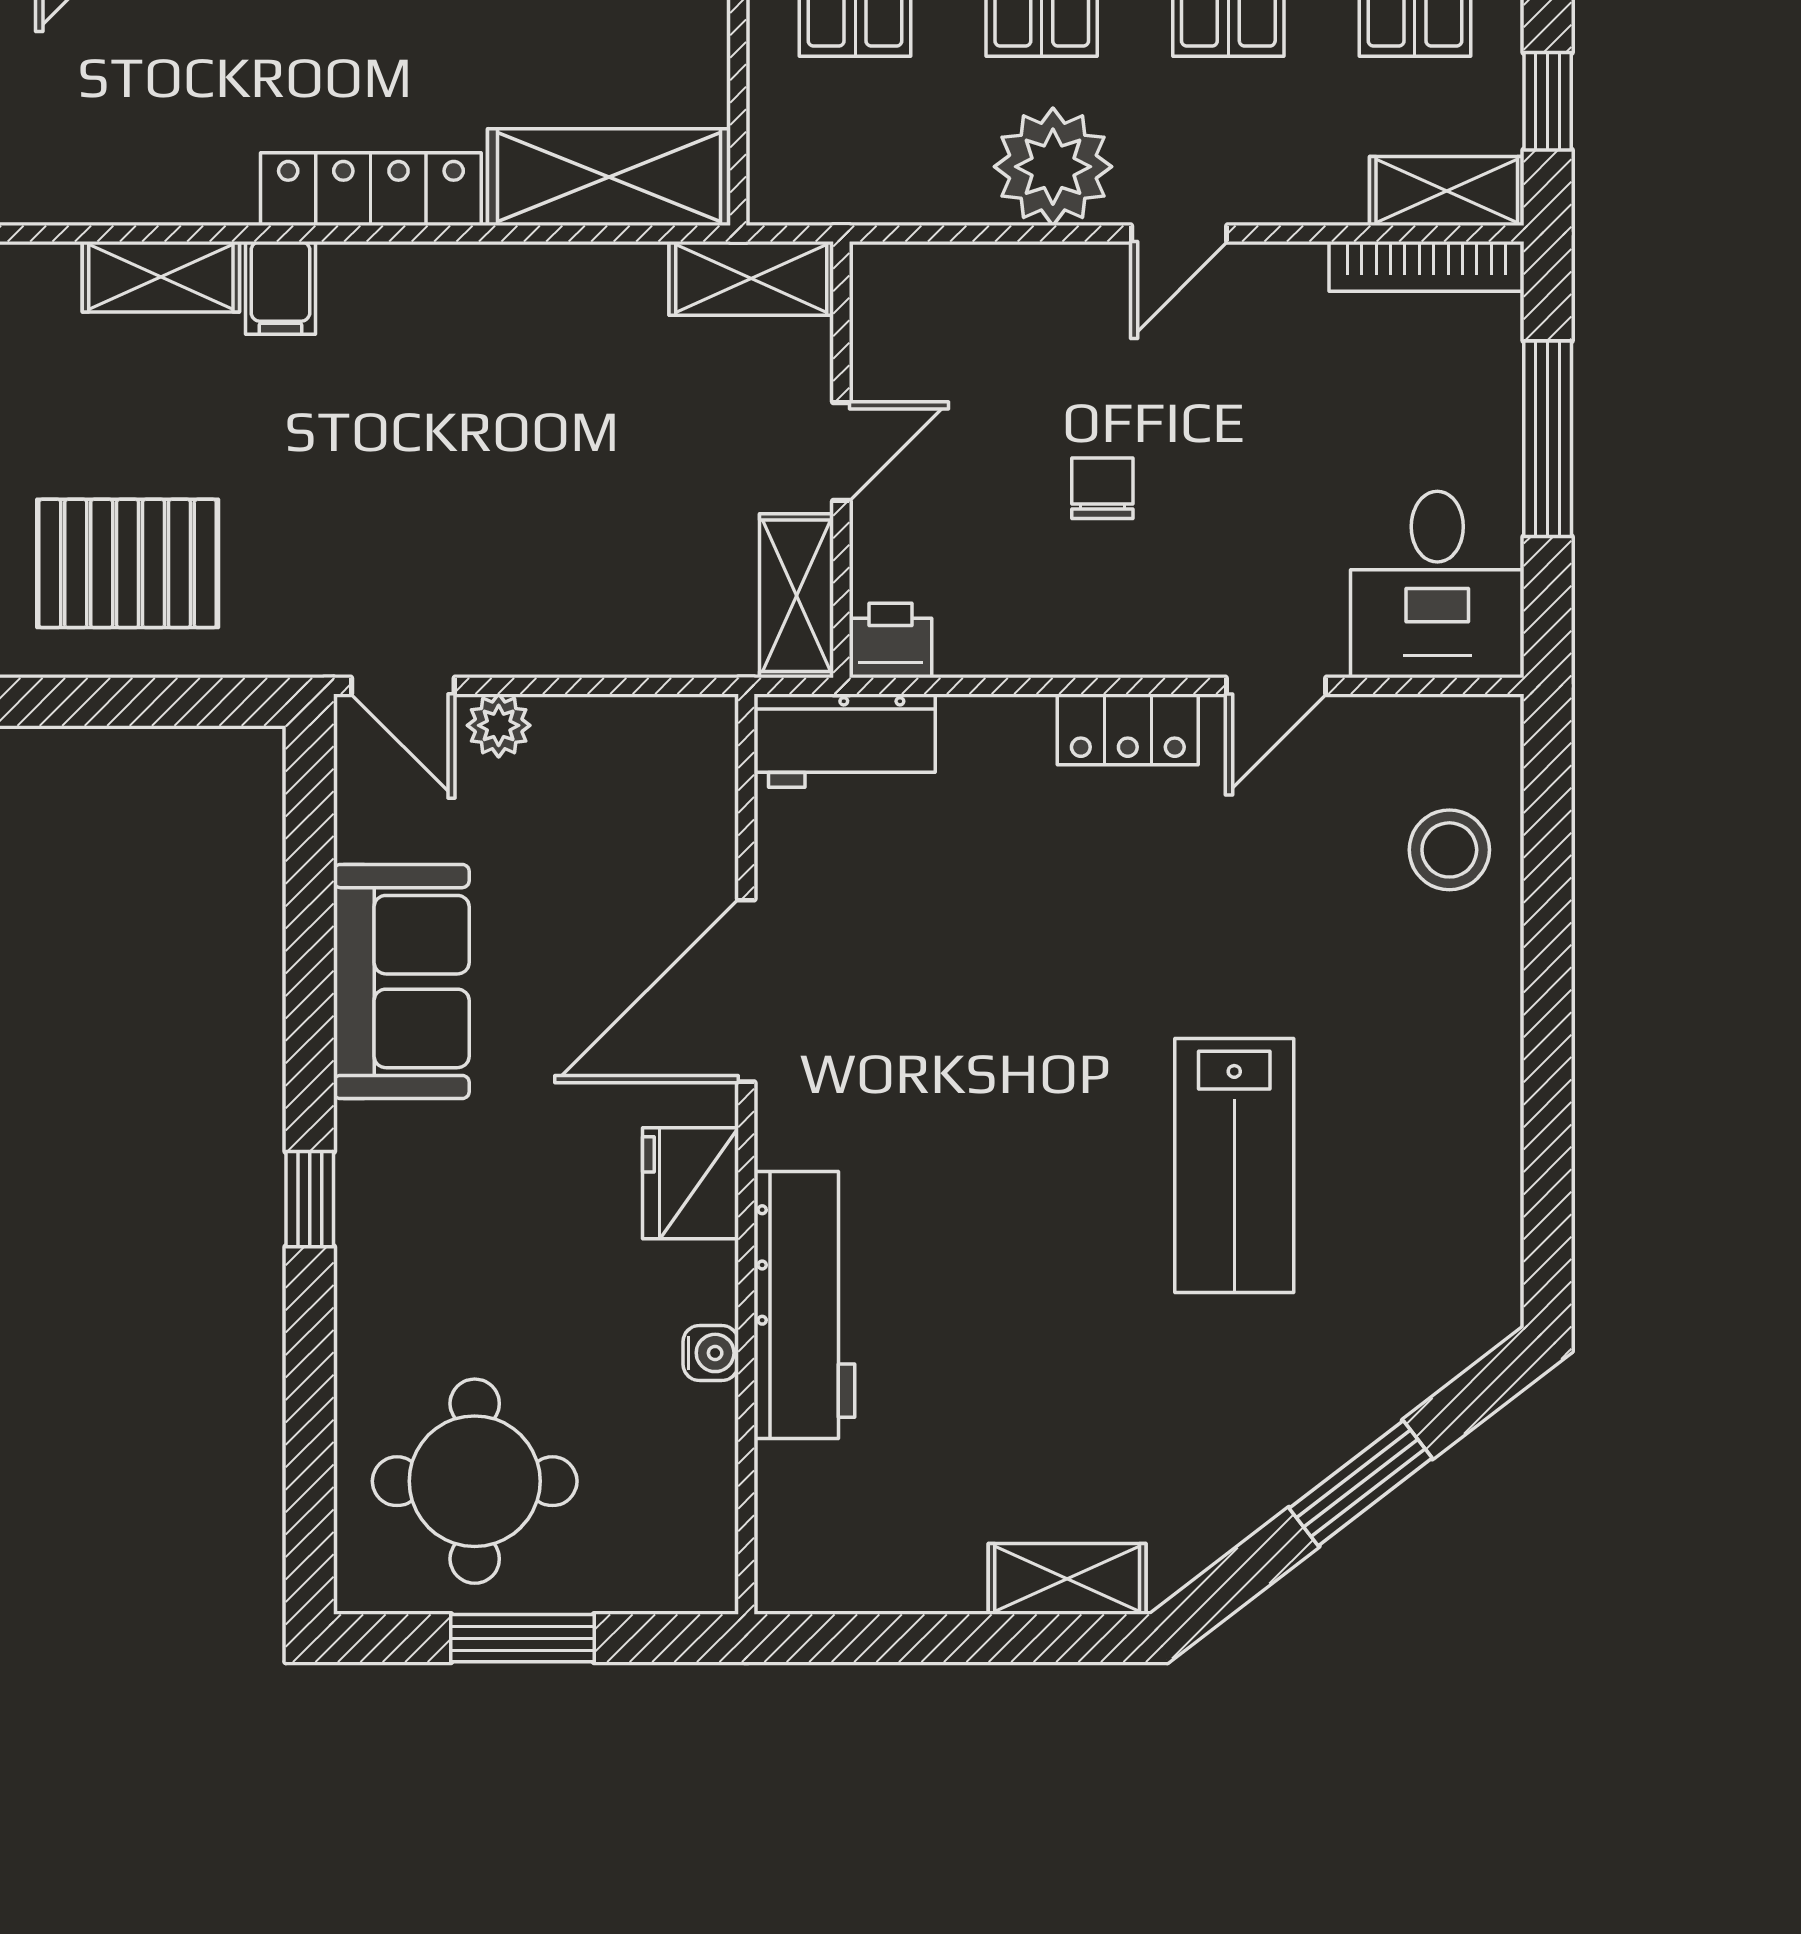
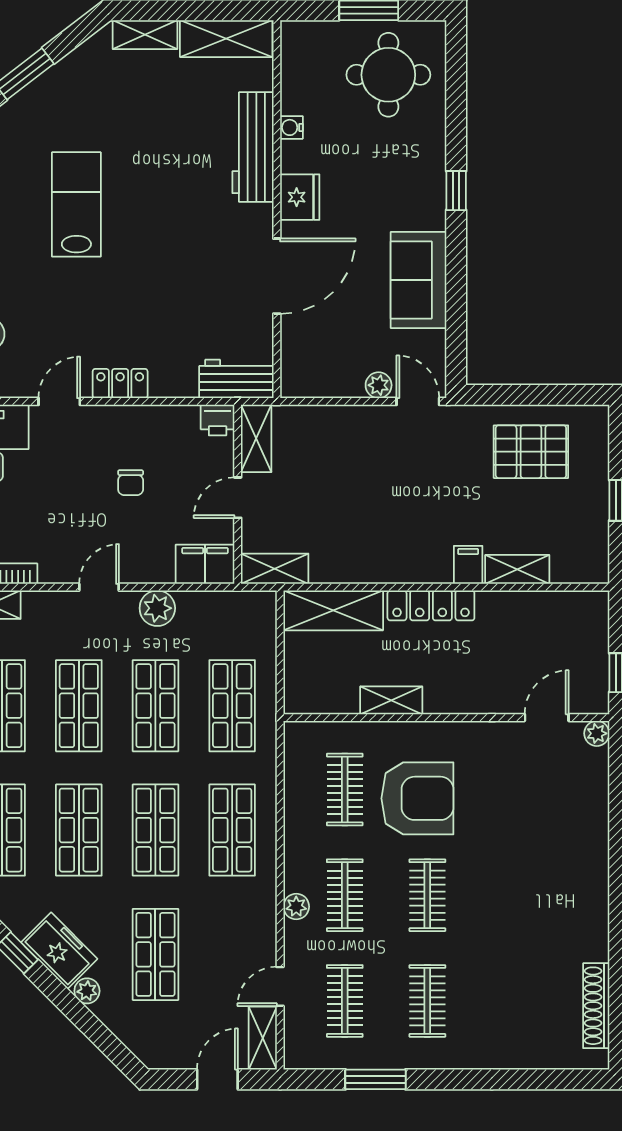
plant: (1053, 167) -> (157, 608), width x0.73, depth x0.73
filing cabinet: (921, 289) -> (205, 564), added
shelving: (870, 1569) -> (226, 39), added

